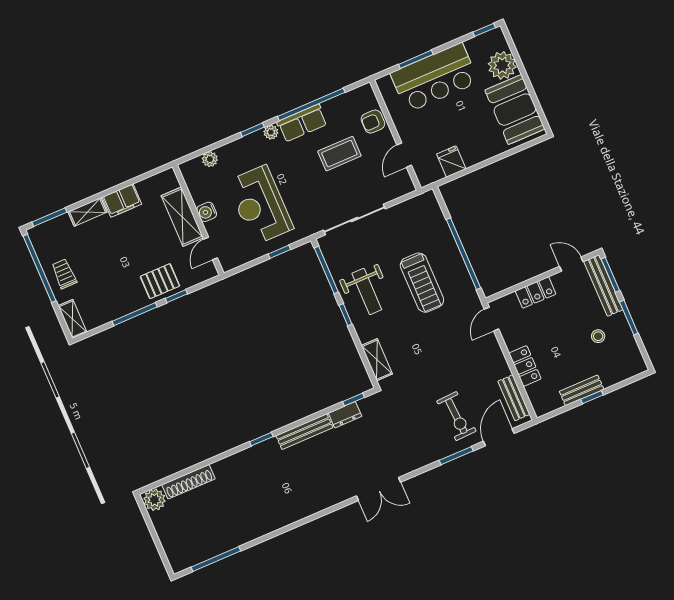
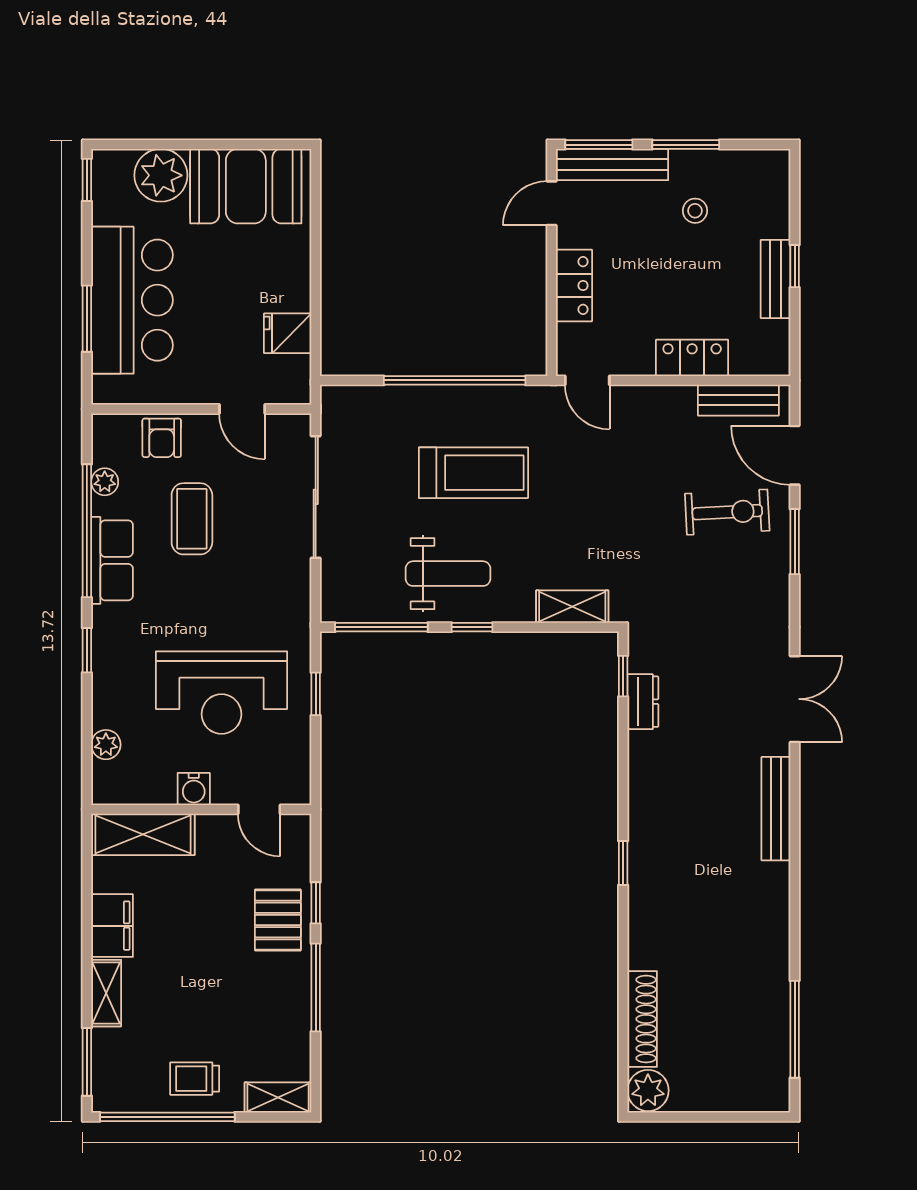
plant: (271, 132) -> (105, 482), moved
shelving: (182, 217) -> (143, 834), moved
sliding door: (354, 219) -> (316, 497), moved
bench: (304, 432) -> (776, 809), moved

